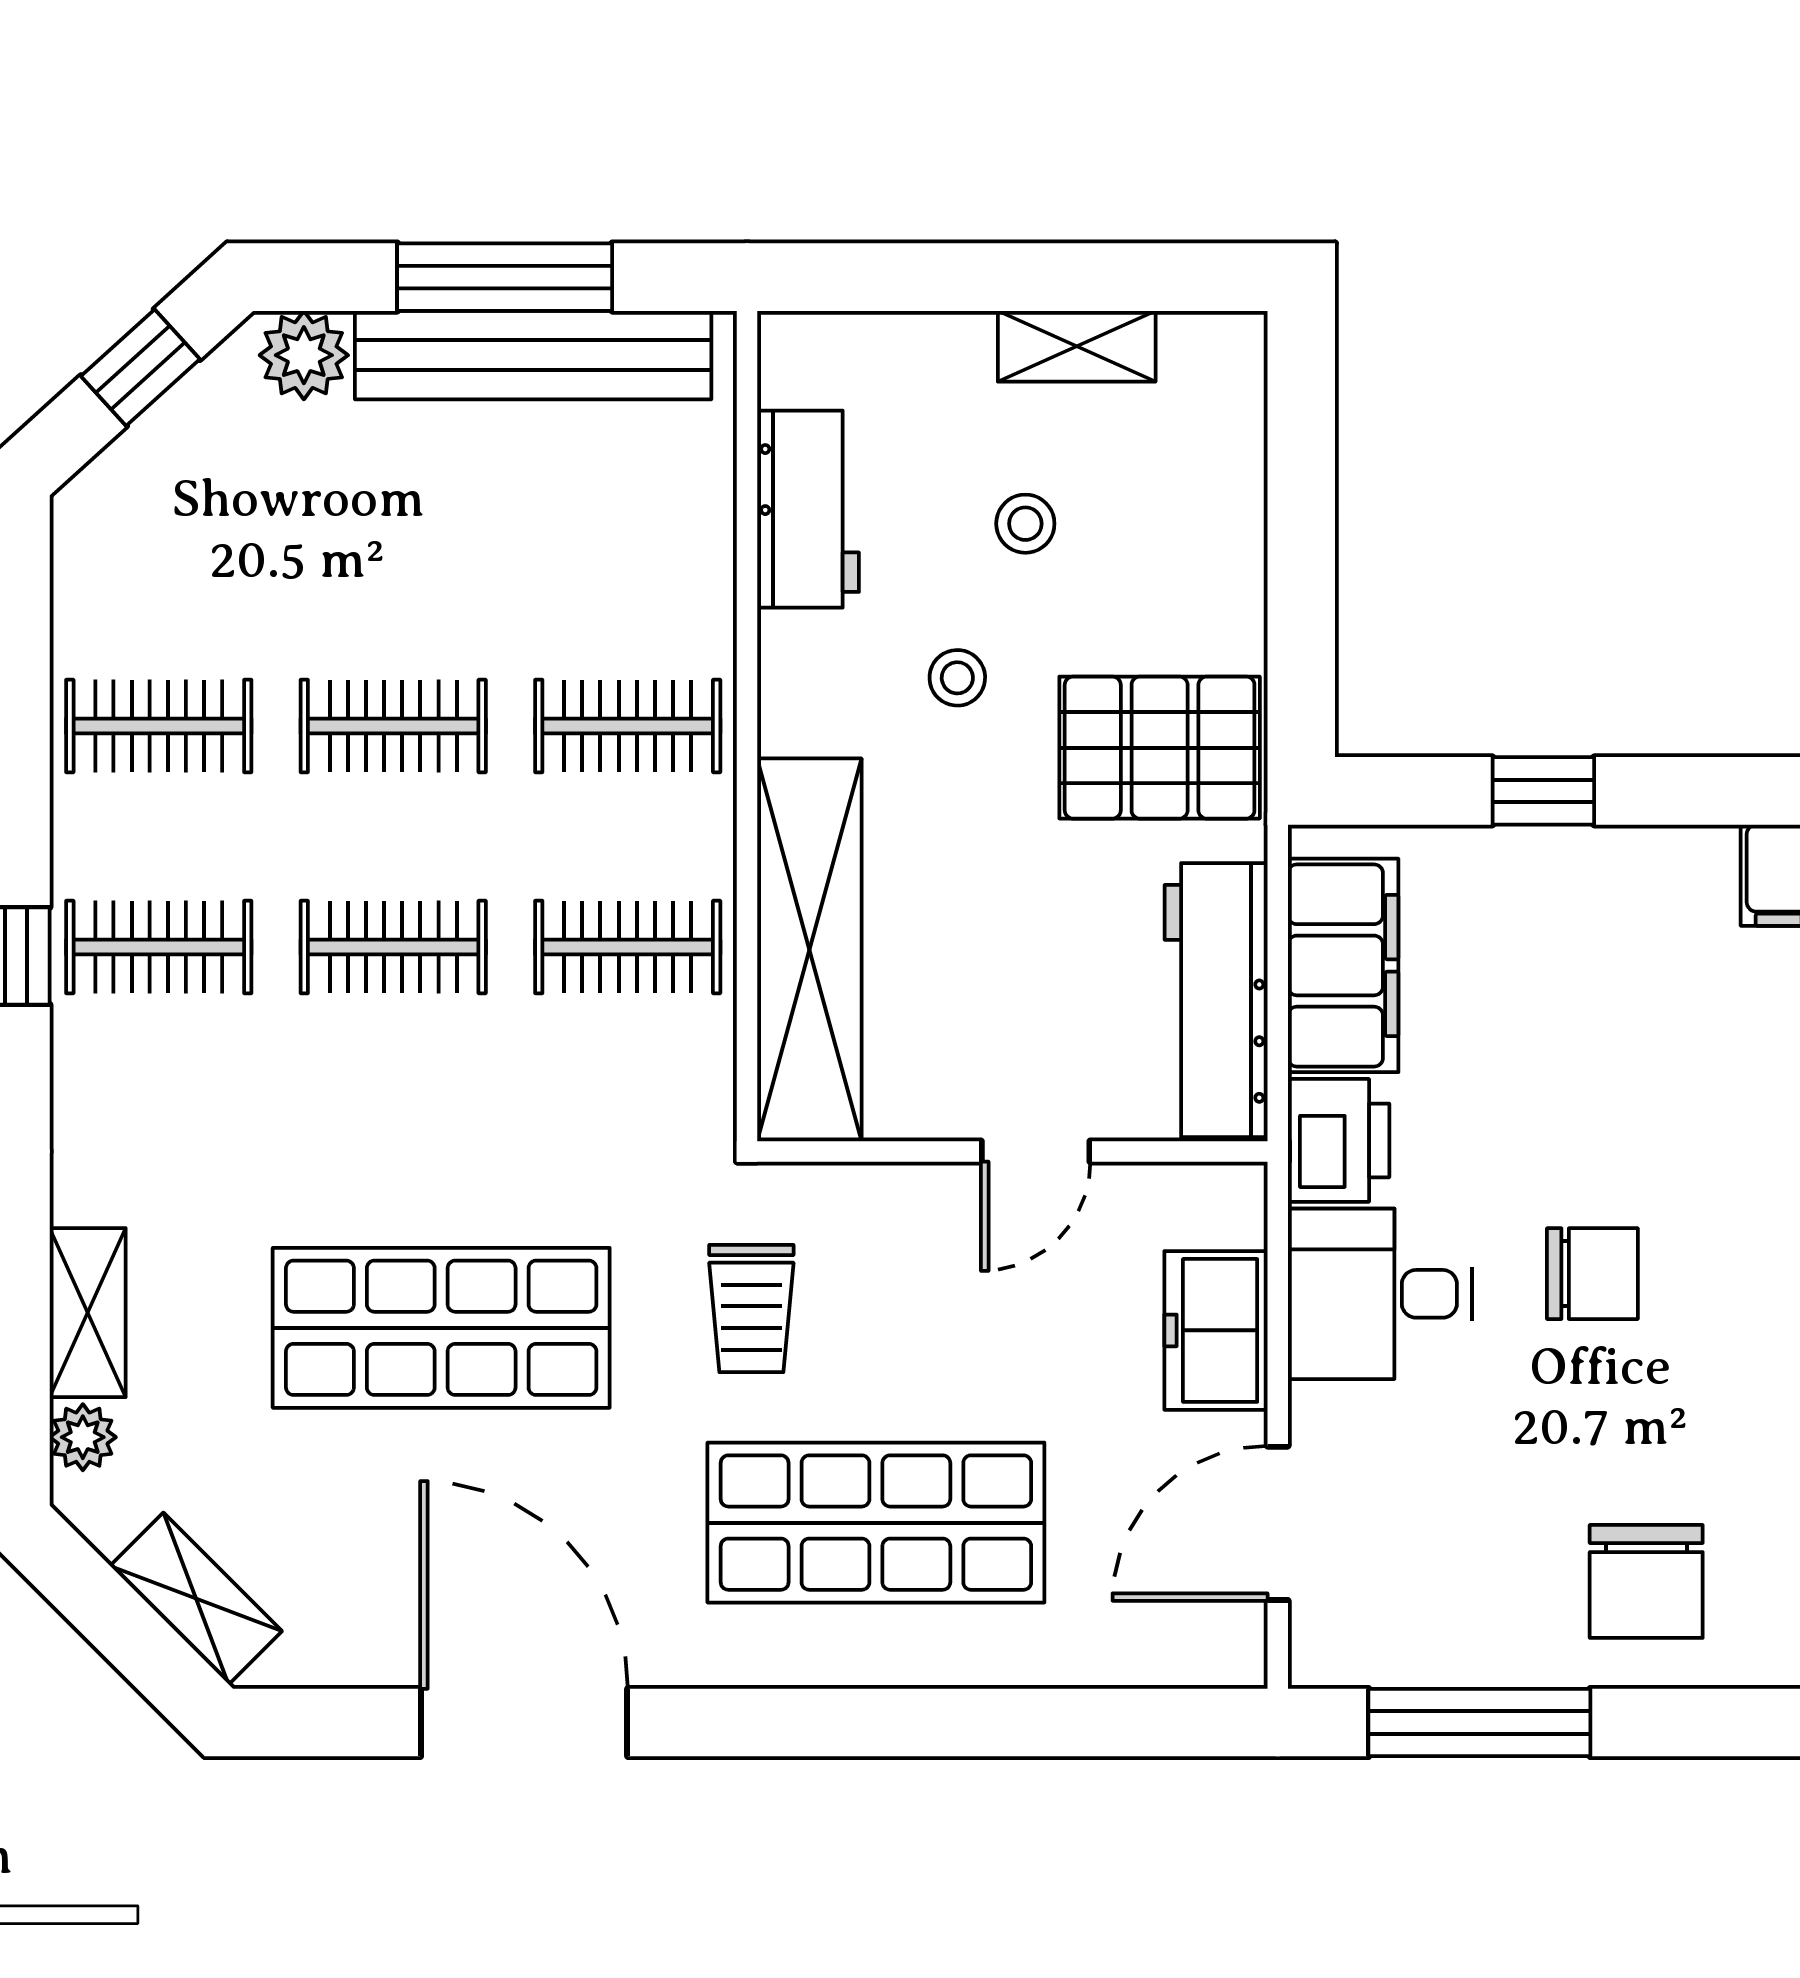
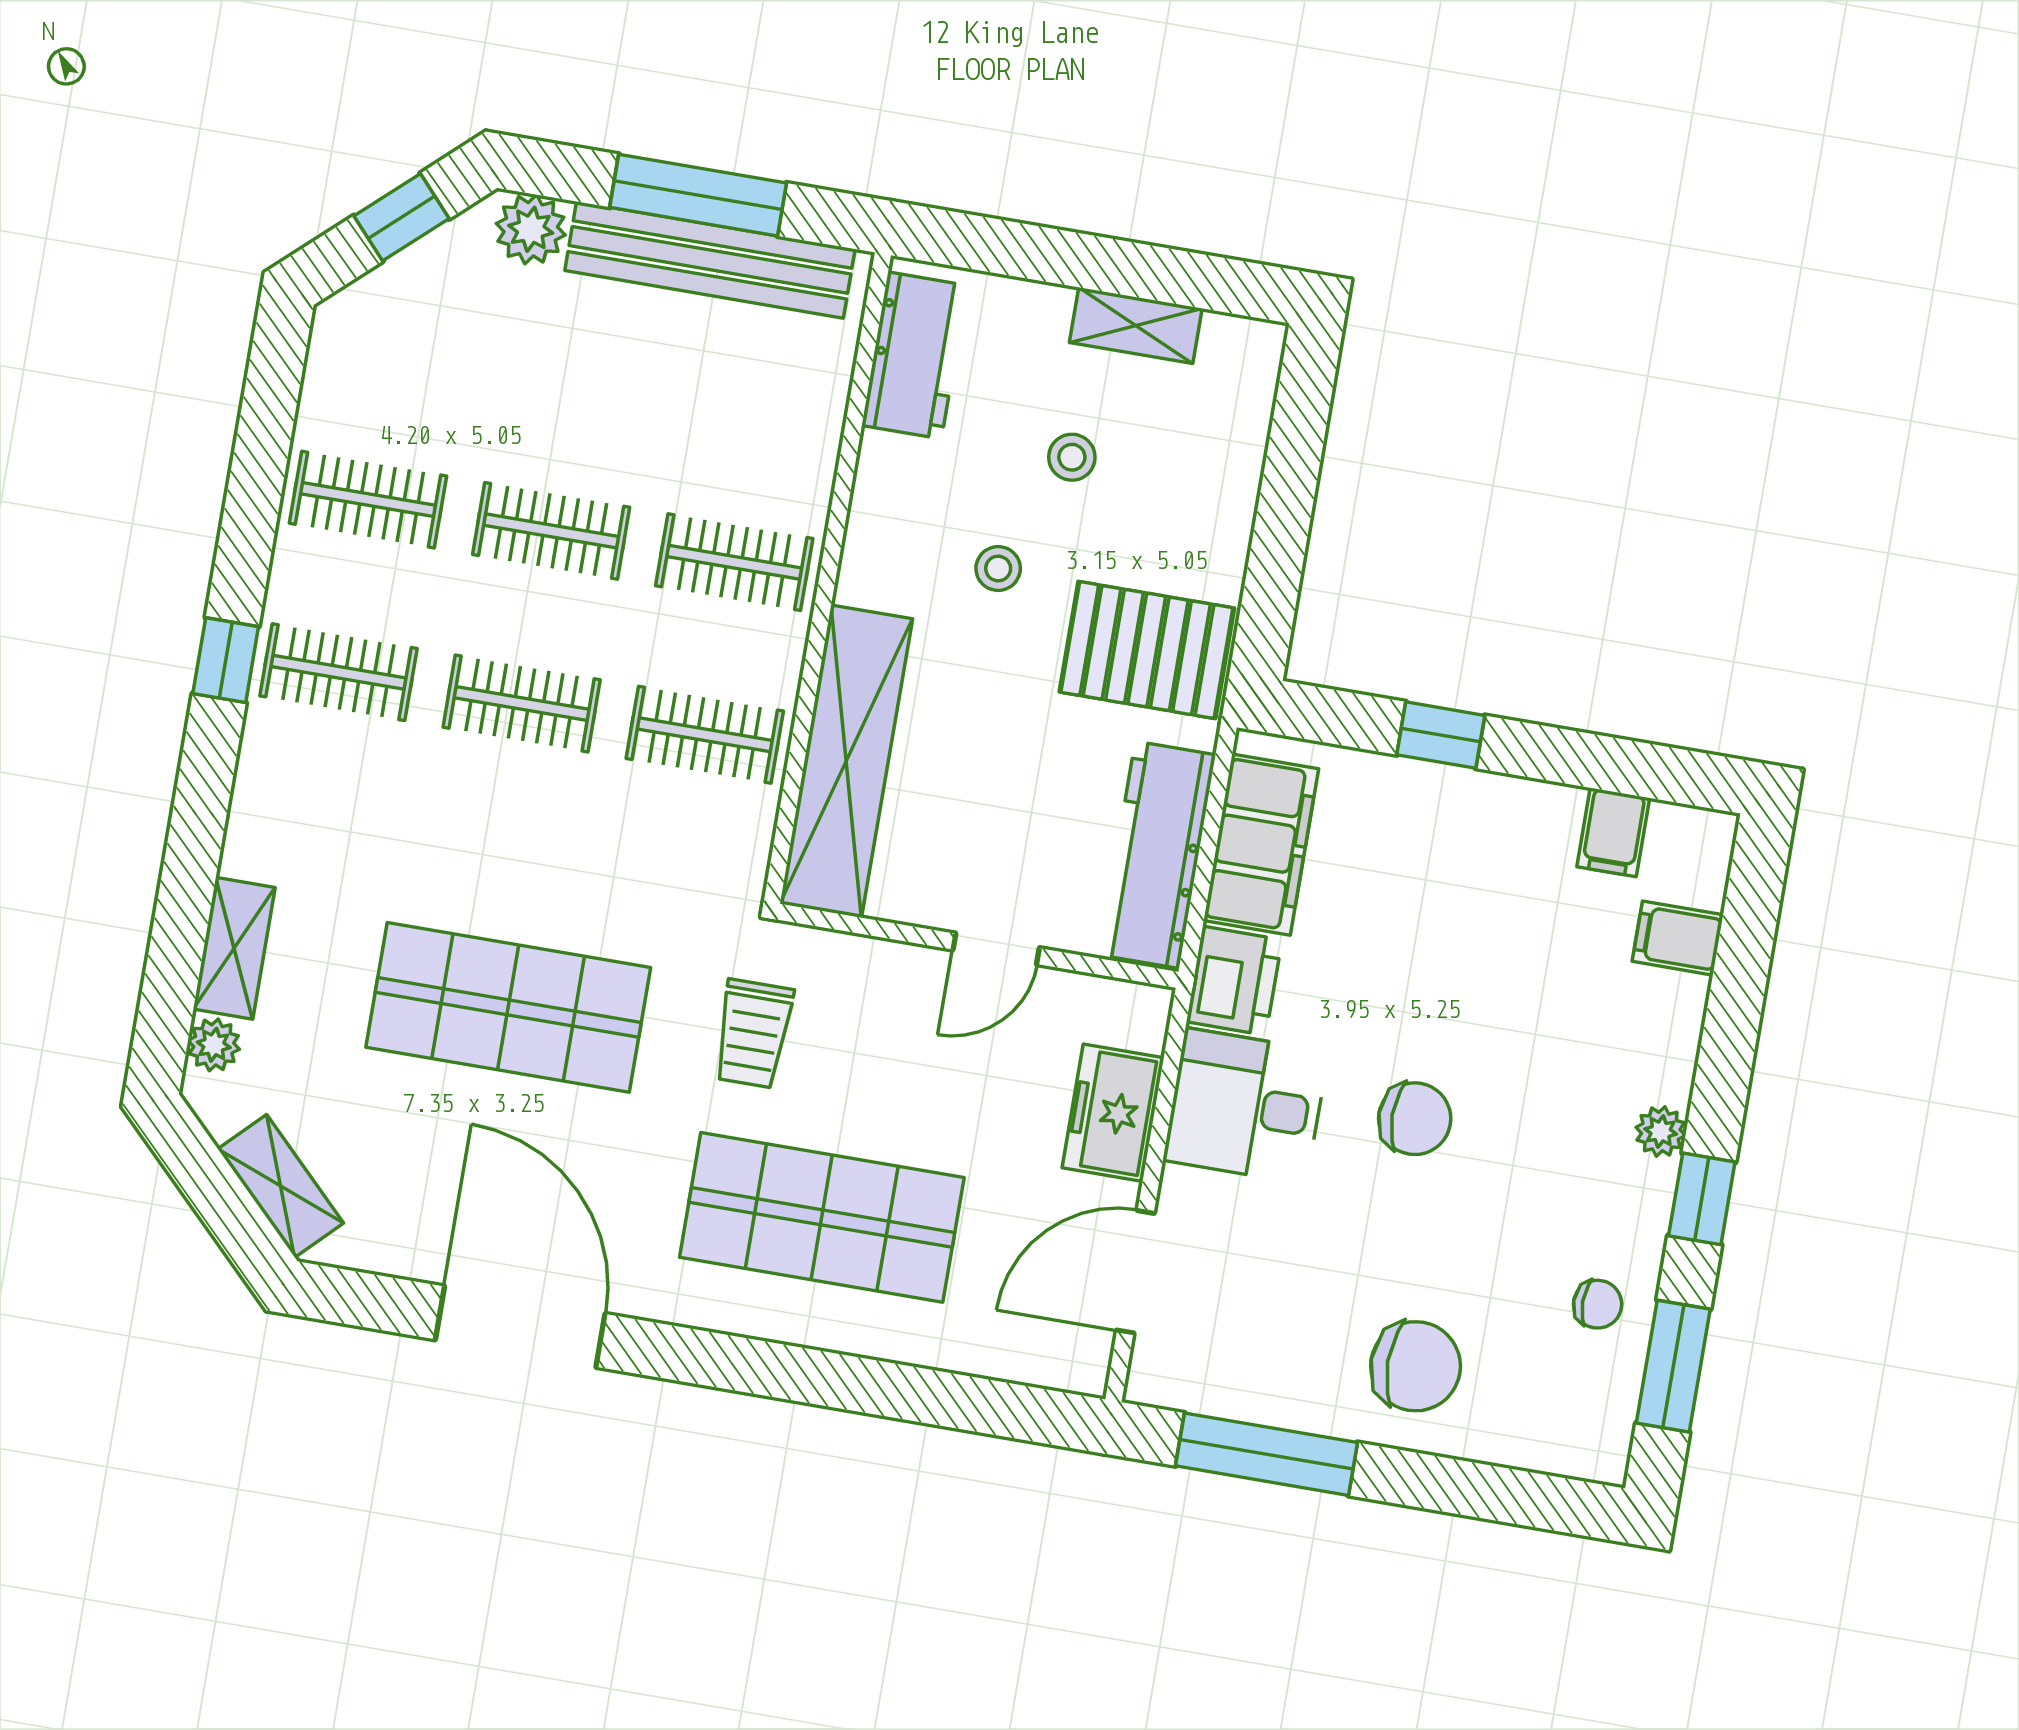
workbench: (808, 509) -> (915, 355), moved
chair: (1646, 1581) -> (1416, 1366), turned -90

